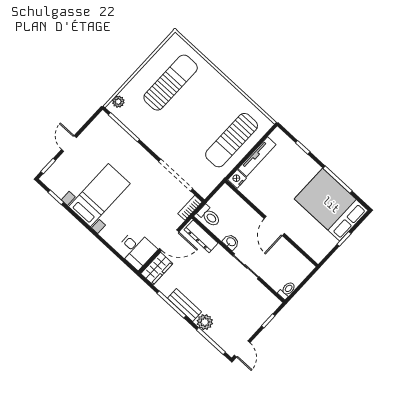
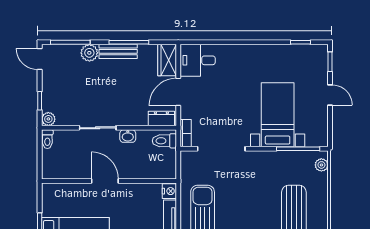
bed with nightstands: (99, 195) -> (278, 115), moved, turned 180
dresser: (201, 236) -> (161, 119), width x0.70
plant: (274, 303) -> (48, 119), added

